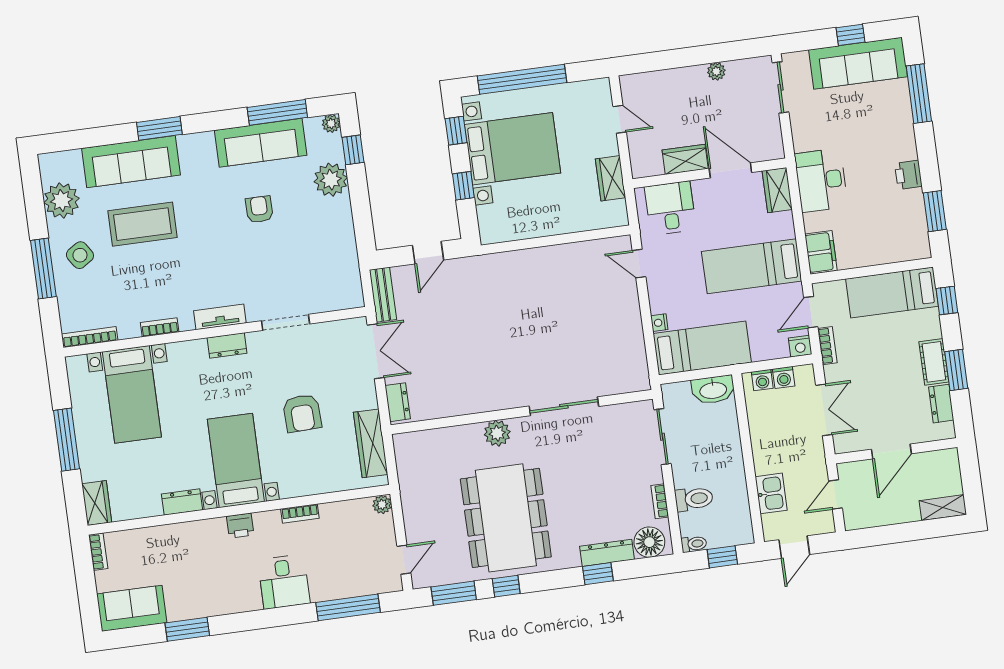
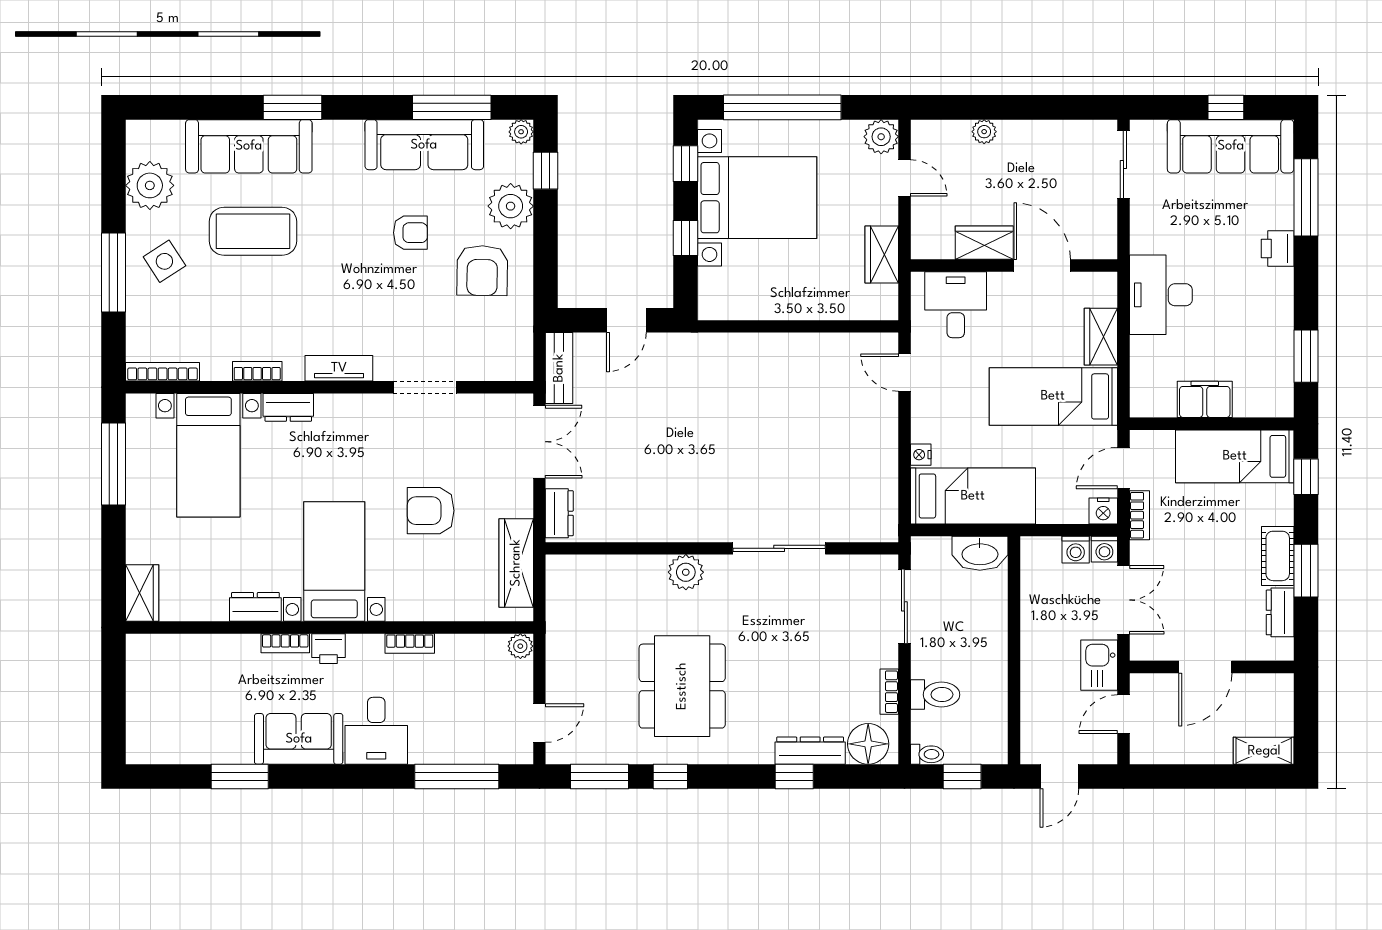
plant: (716, 71) -> (984, 132), moved
plant: (598, 91) -> (881, 137), added
printer: (908, 175) -> (1278, 249), moved
wardrobe: (777, 190) -> (1101, 337), moved
armchair: (259, 209) -> (410, 233), turned 90
armchair: (316, 230) -> (482, 270), added
filing cabinet: (821, 252) -> (1205, 399), moved, turned -90
dresser: (227, 345) -> (288, 407), moved
washing machine: (762, 380) -> (1104, 549), moved
armchair: (302, 413) -> (431, 511), turned 92
window: (67, 440) -> (114, 464), moved
kitchen sink: (771, 493) -> (1099, 665), moved, turned 180
dining table: (506, 518) -> (682, 686), width x0.73, depth x0.80
bookcase: (98, 552) -> (285, 643), moved, turned 90
sofa: (132, 608) -> (299, 739), moved

